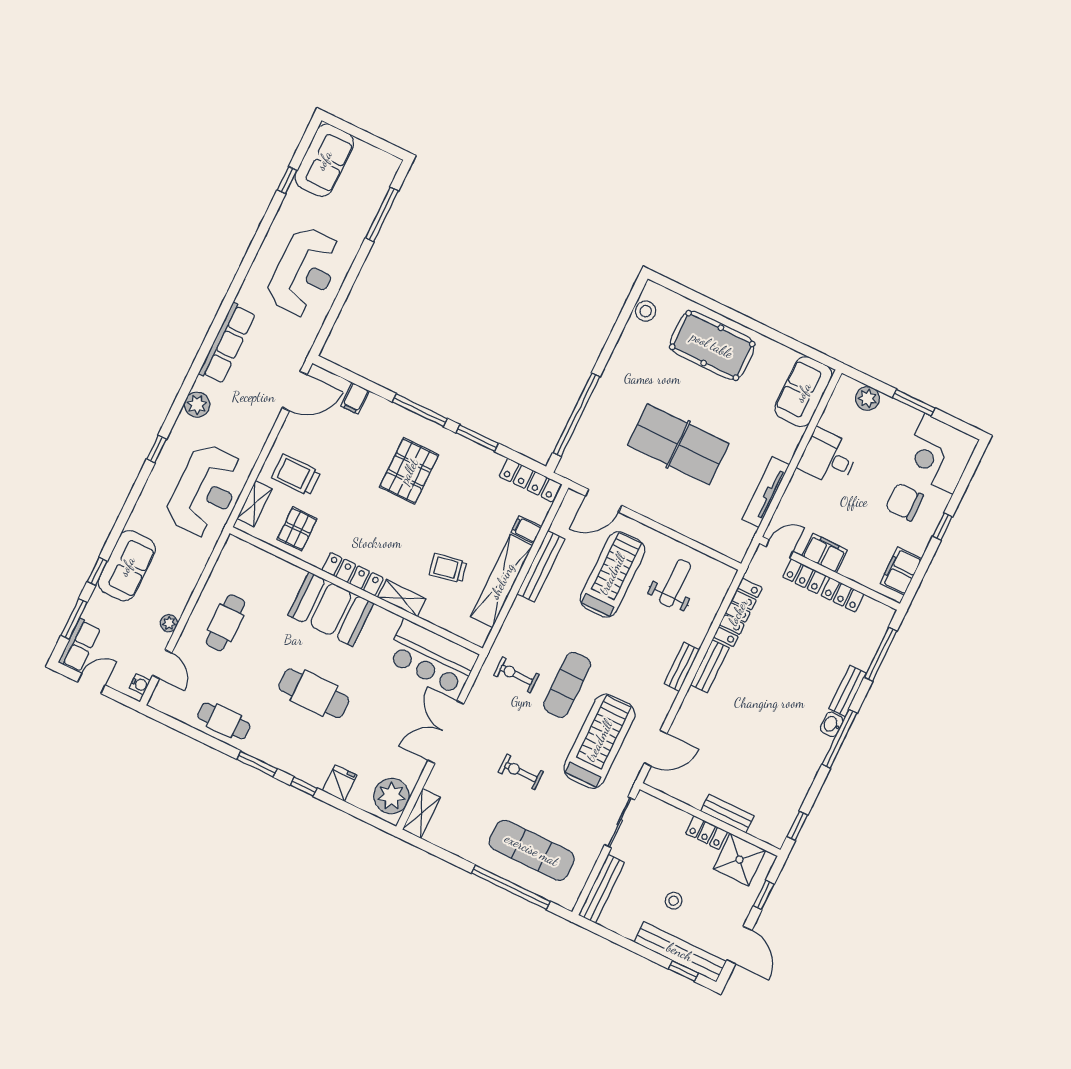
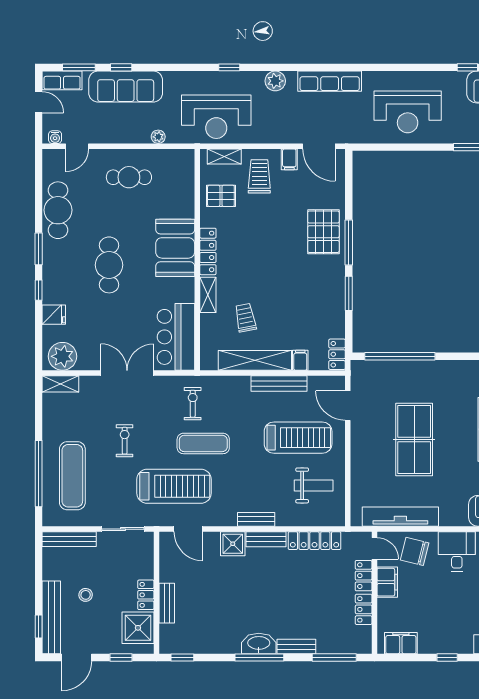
filing cabinet: (355, 398) -> (289, 159), moved, turned -90
pallet: (409, 471) -> (323, 232), moved, turned 90
locker: (530, 480) -> (337, 354), width x0.66
tv unit: (766, 492) -> (400, 517), width x1.36, depth x1.29
chair: (904, 502) -> (415, 551), moved, turned -76
sofa: (127, 566) -> (126, 87), width x1.36
plant: (169, 623) -> (158, 137), moved
shower: (696, 706) -> (233, 544), added
cafe table: (224, 721) -> (58, 210), width x1.37, depth x1.35
washbasin: (832, 724) -> (259, 644), width x1.91, depth x1.45

